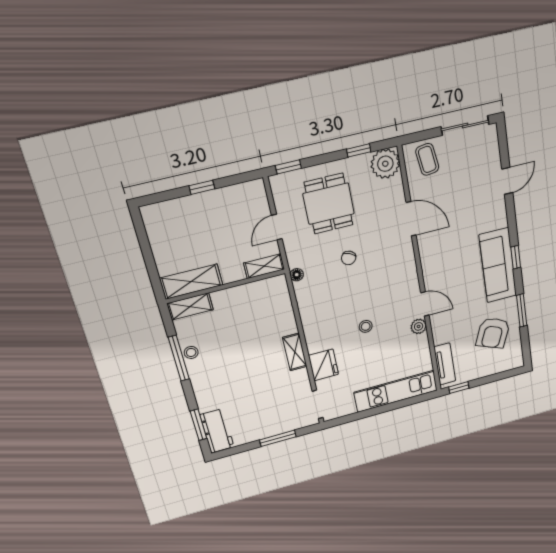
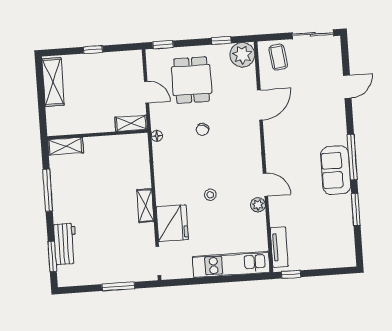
door: (411, 219) -> (260, 105), hinge flipped
door: (277, 227) -> (146, 92), swing flipped
window: (516, 257) -> (352, 157), width x2.17
sofa: (498, 265) -> (336, 170), width x0.73
shelving: (191, 282) -> (53, 82), moved, turned 90
armchair: (493, 333) -> (327, 226), removed
stool: (191, 352) -> (59, 187), removed
fridge: (323, 365) -> (172, 223), width x1.36, depth x1.34
workbench: (217, 431) -> (65, 244), moved

